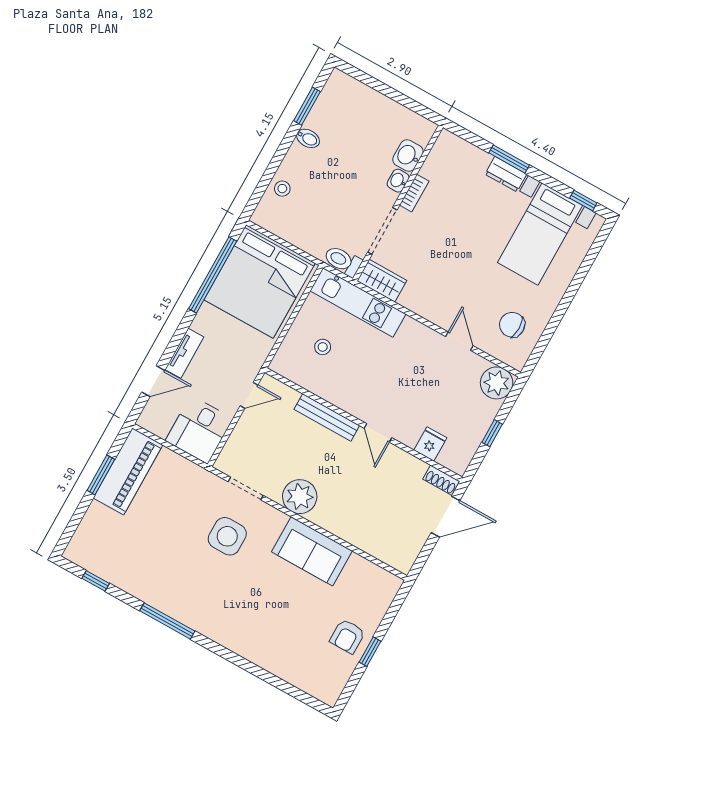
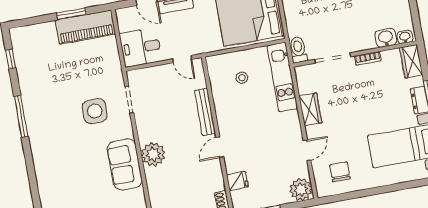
wardrobe: (456, 149) -> (411, 61), added
washbasin: (398, 181) -> (405, 37), moved
wardrobe: (382, 281) -> (310, 109), moved
plant: (300, 497) -> (153, 154), moved

